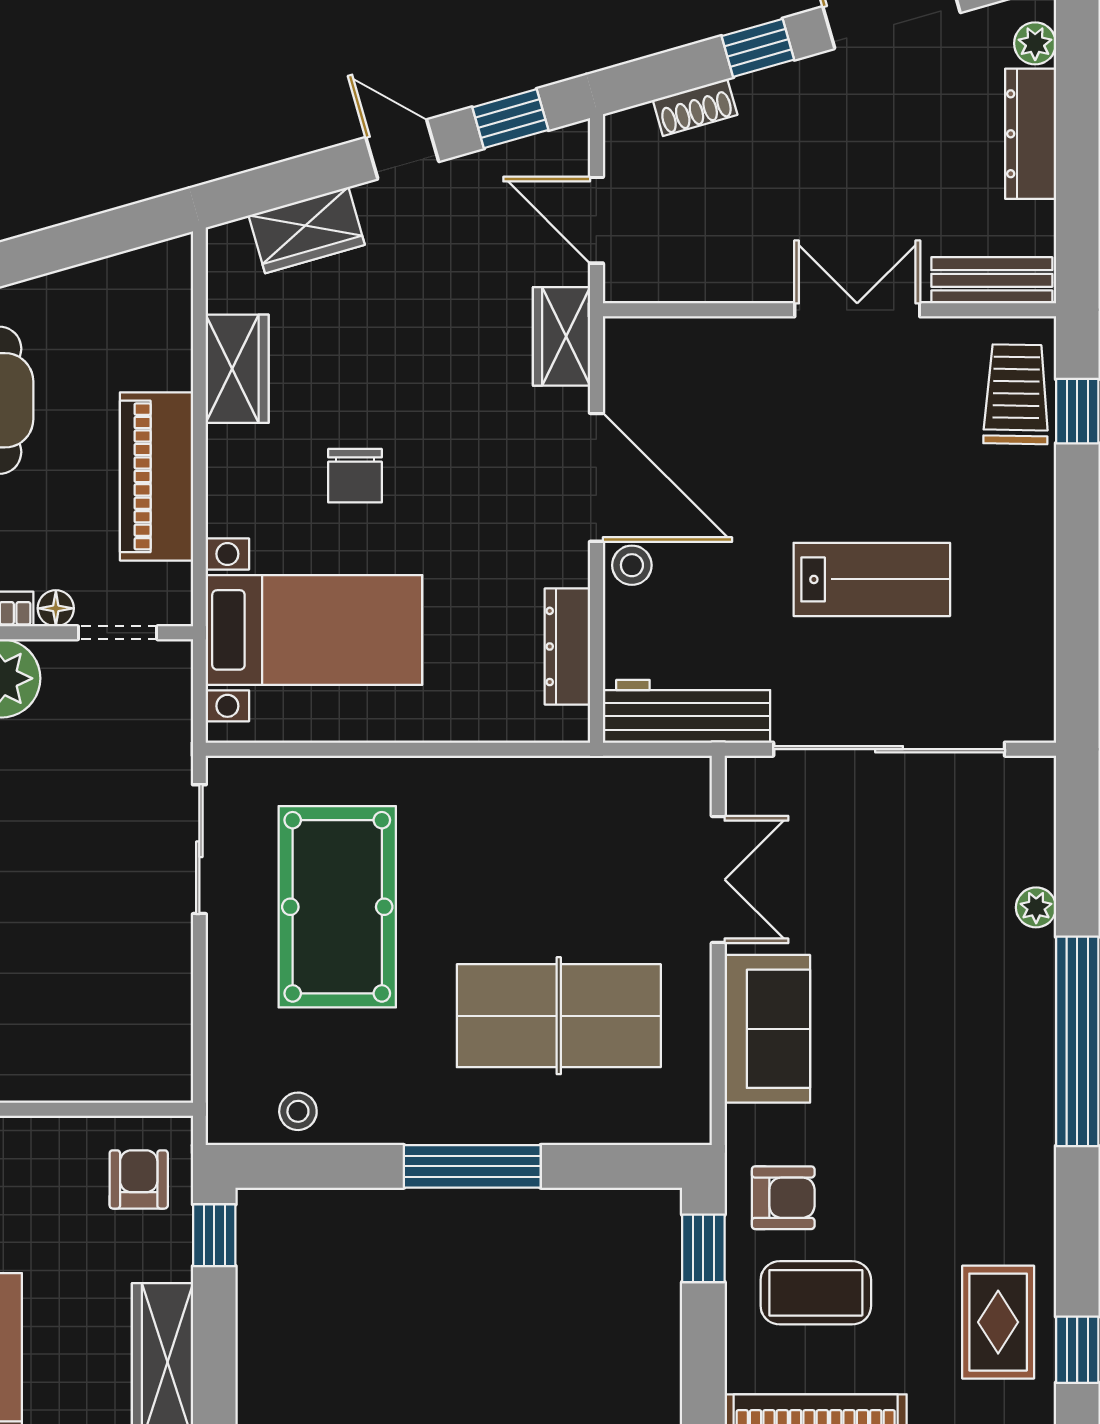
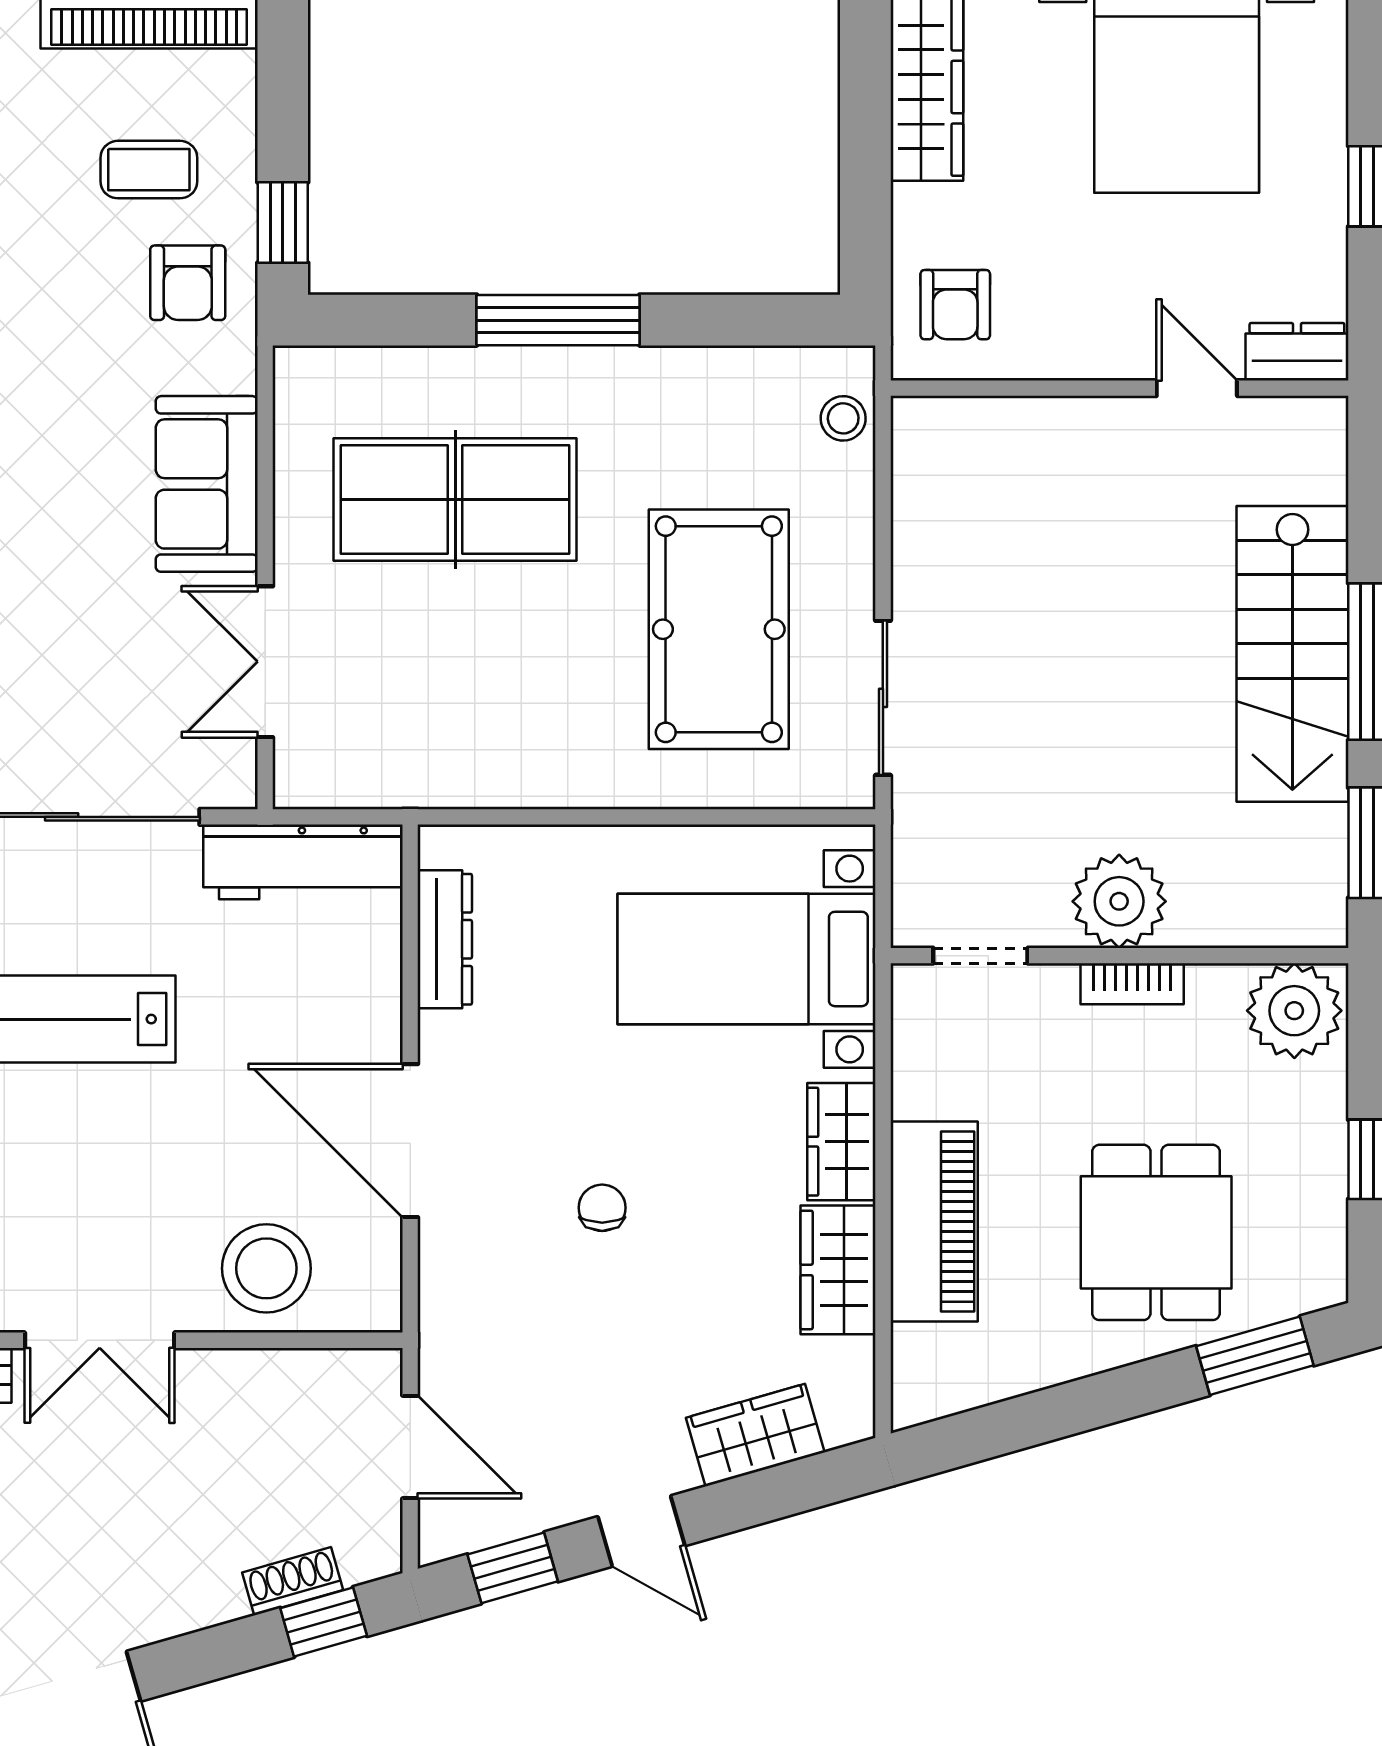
window: (758, 48) -> (324, 1622), moved
wardrobe: (562, 336) -> (841, 1142), moved, turned 180
piano: (156, 476) -> (934, 1221), moved
chair: (355, 476) -> (602, 1208), moved, width x0.73, depth x0.73
stool: (632, 565) -> (266, 1268), moved, width x1.89, depth x1.89
floor lamp: (56, 608) -> (1054, 985), removed
stool: (298, 1111) -> (843, 418), moved
armchair: (783, 1198) -> (188, 283), turned -90
window: (214, 1235) -> (865, 238), removed
coffee table: (816, 1293) -> (149, 170), width x0.73, depth x0.77

